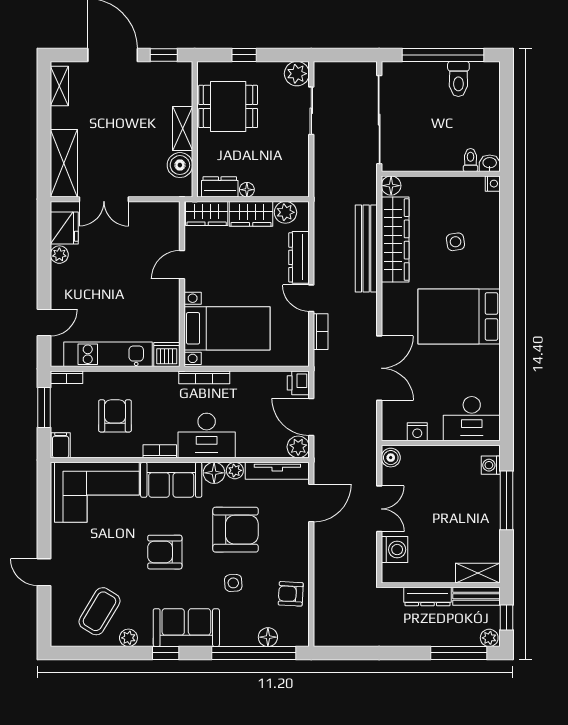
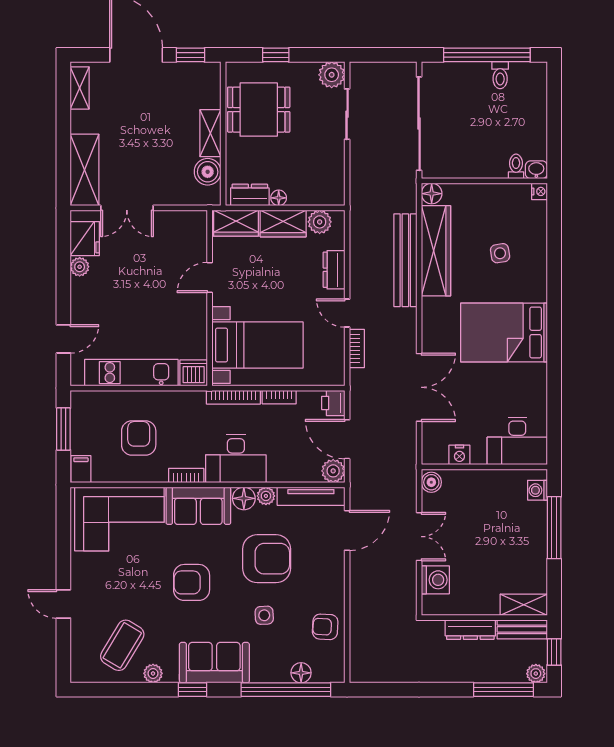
toilet: (458, 79) -> (500, 75), width x0.73, depth x0.72
dresser: (299, 257) -> (334, 270), width x0.70
bookcase: (67, 377) -> (279, 397), moved

